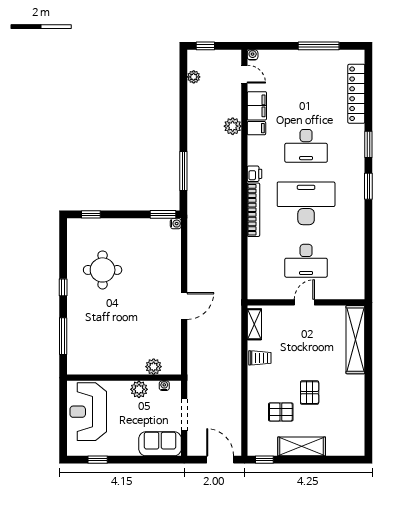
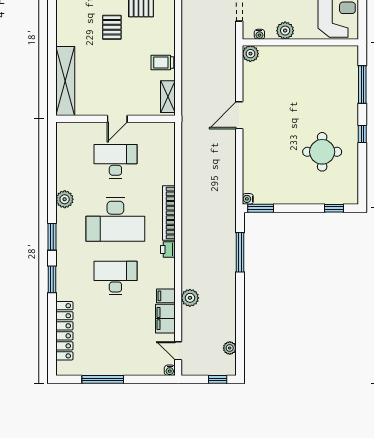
plant: (356, 223) -> (65, 199), added
plant: (154, 367) -> (250, 54), moved

